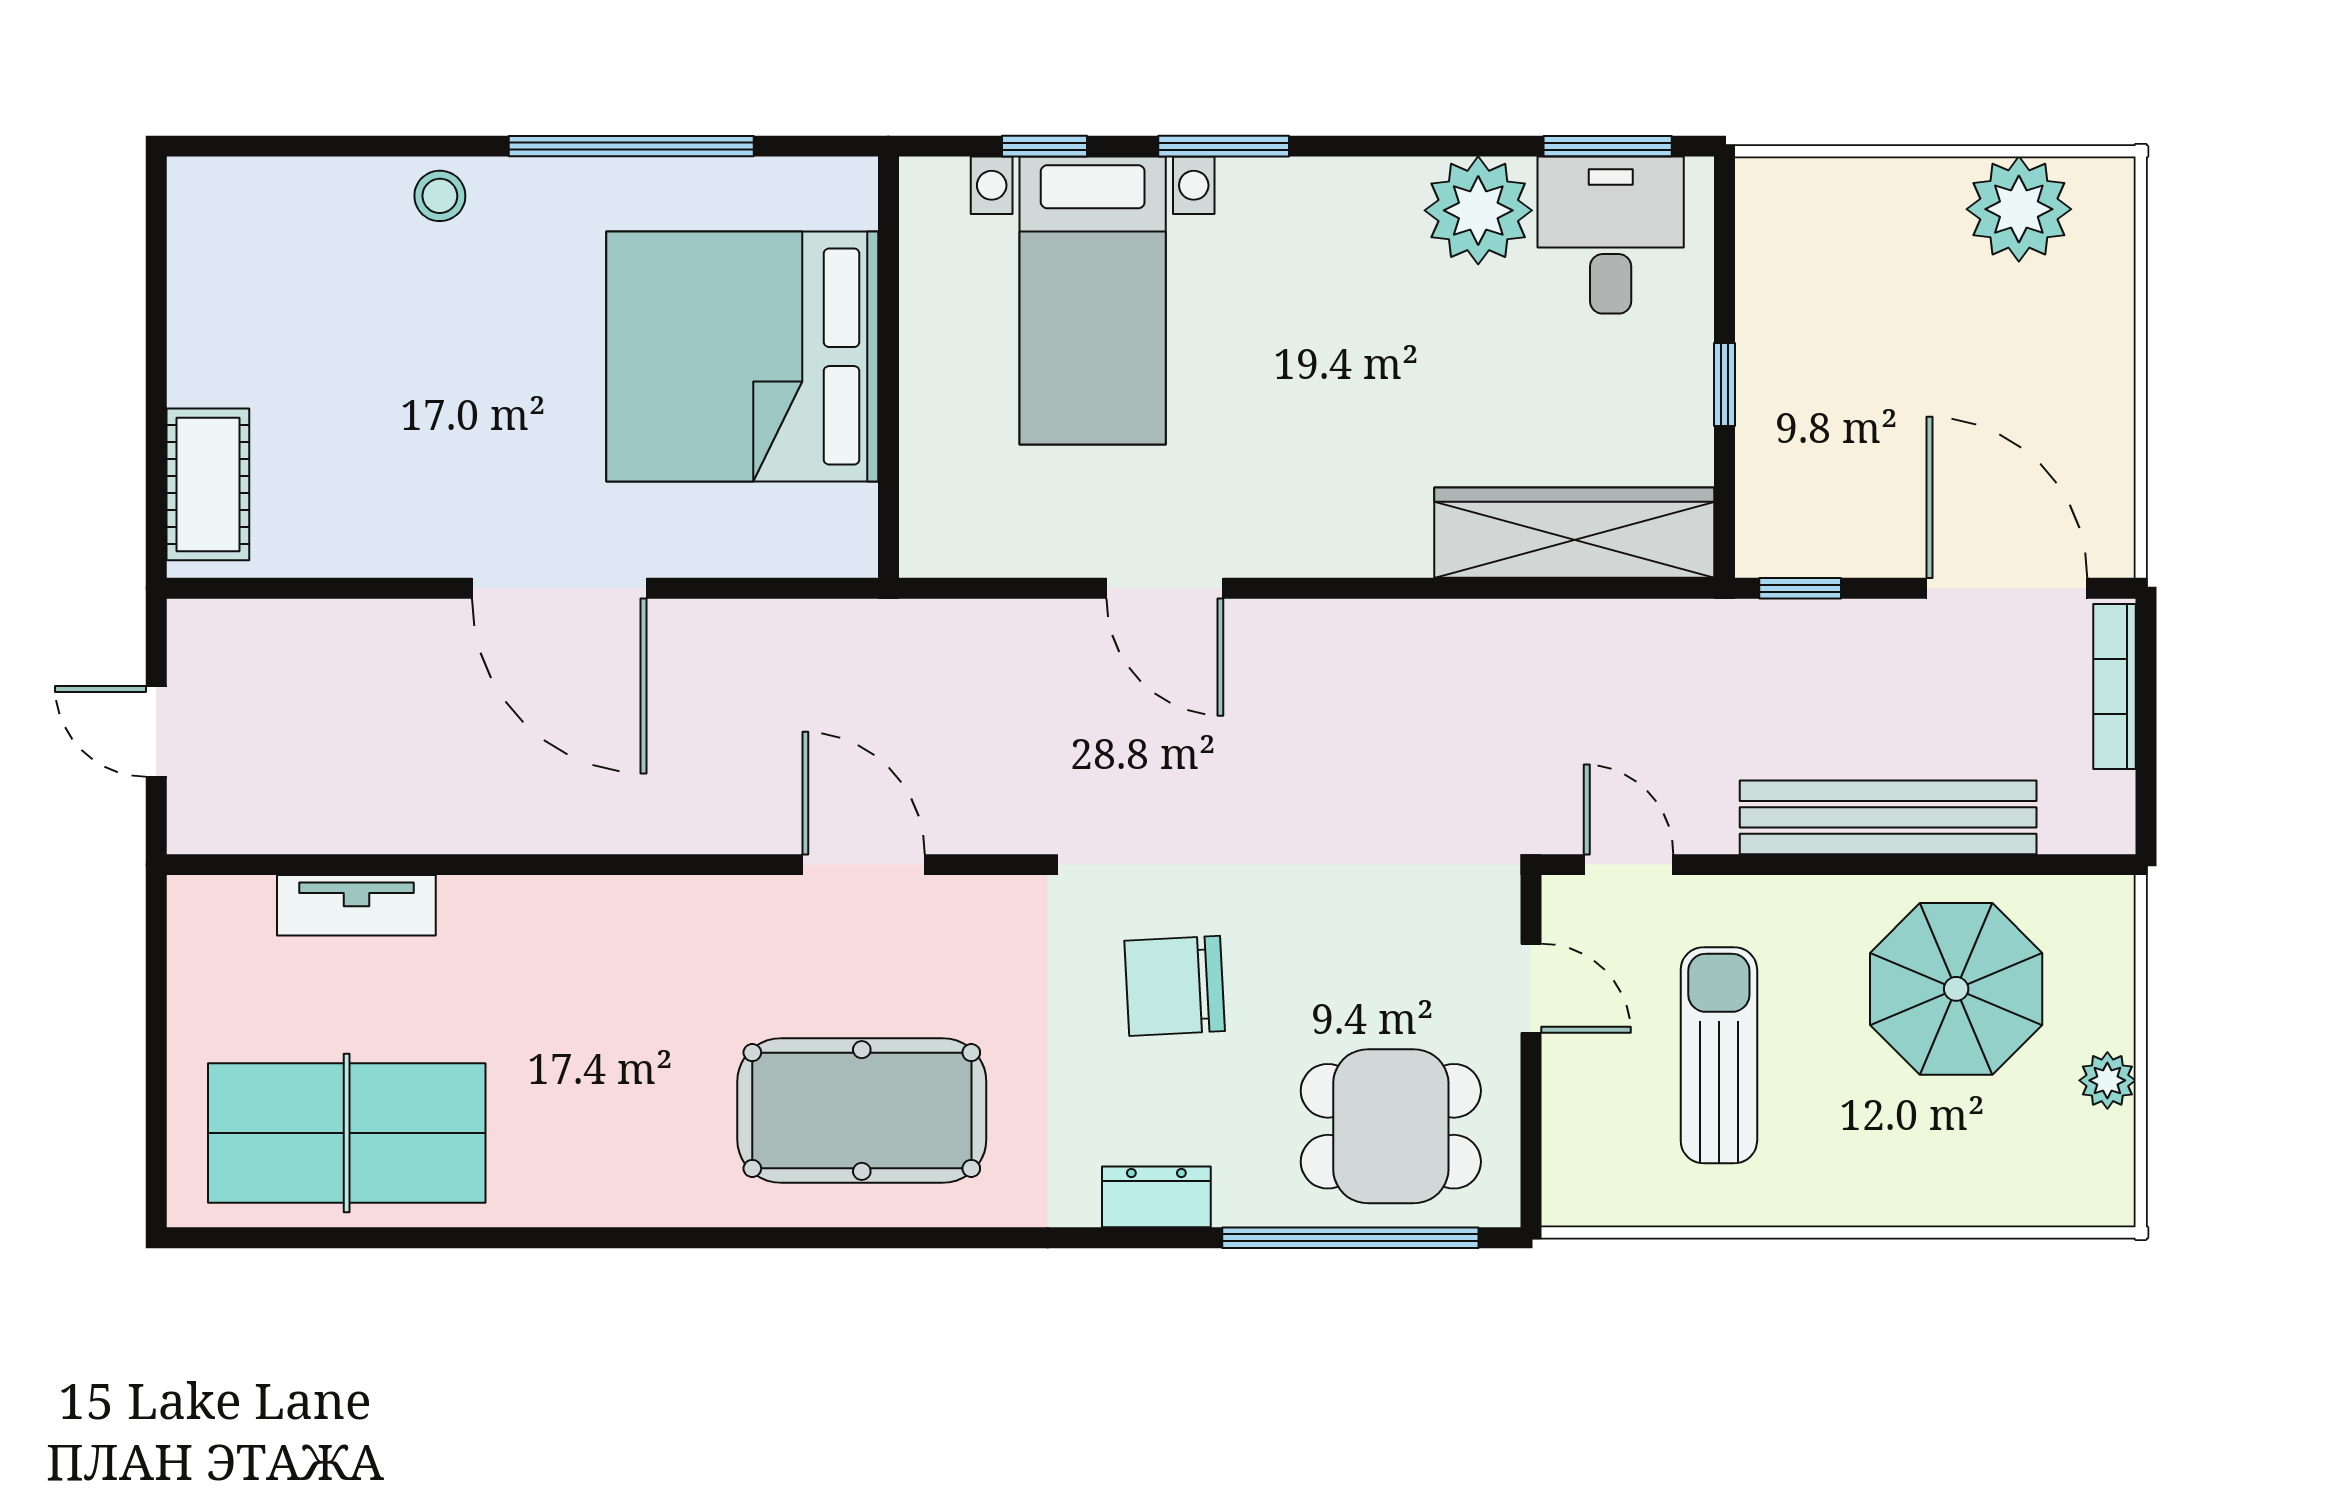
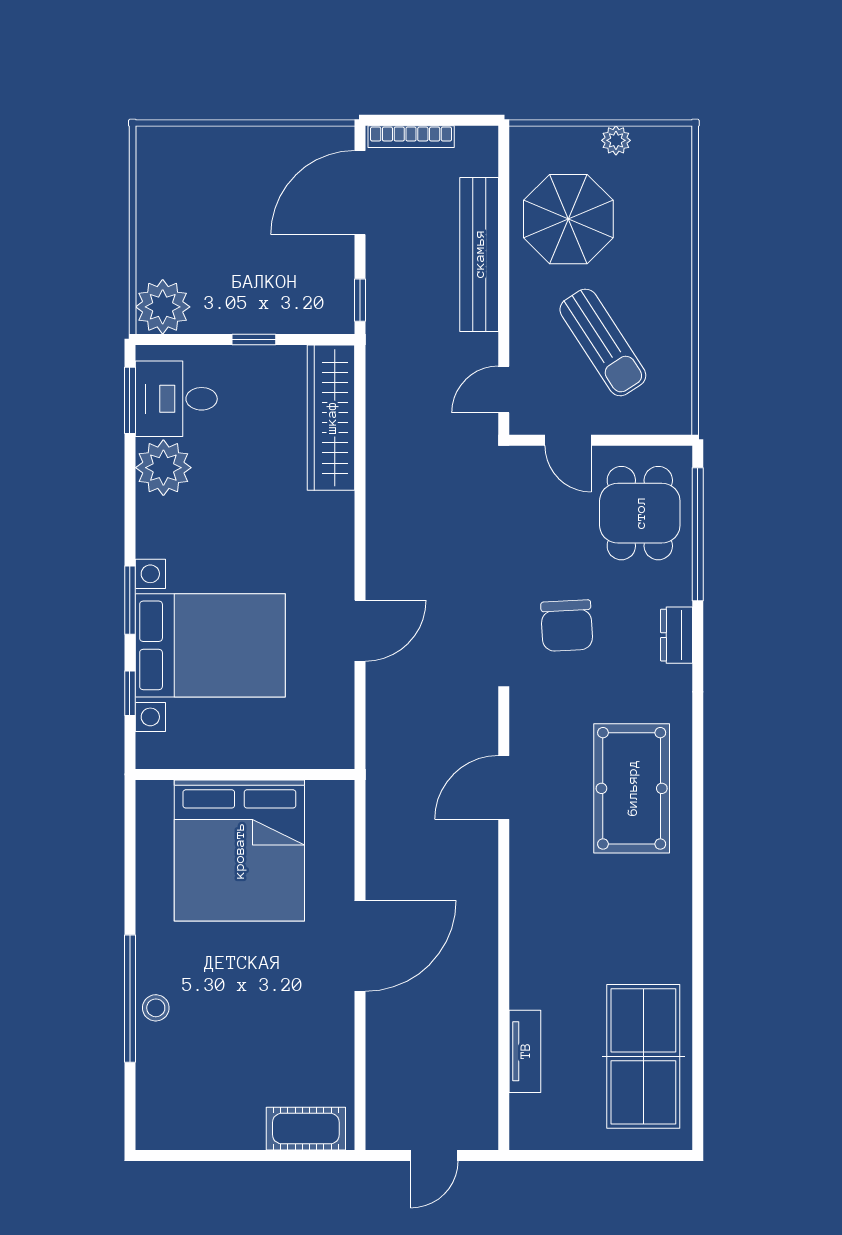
window: (631, 146) -> (130, 999), moved
plant: (2019, 209) -> (163, 307), moved
bed with nightstands: (1093, 301) -> (210, 645), width x1.36
door: (1531, 988) -> (568, 440), swing flipped
sun lounger: (1719, 1055) -> (603, 342), turned -123

